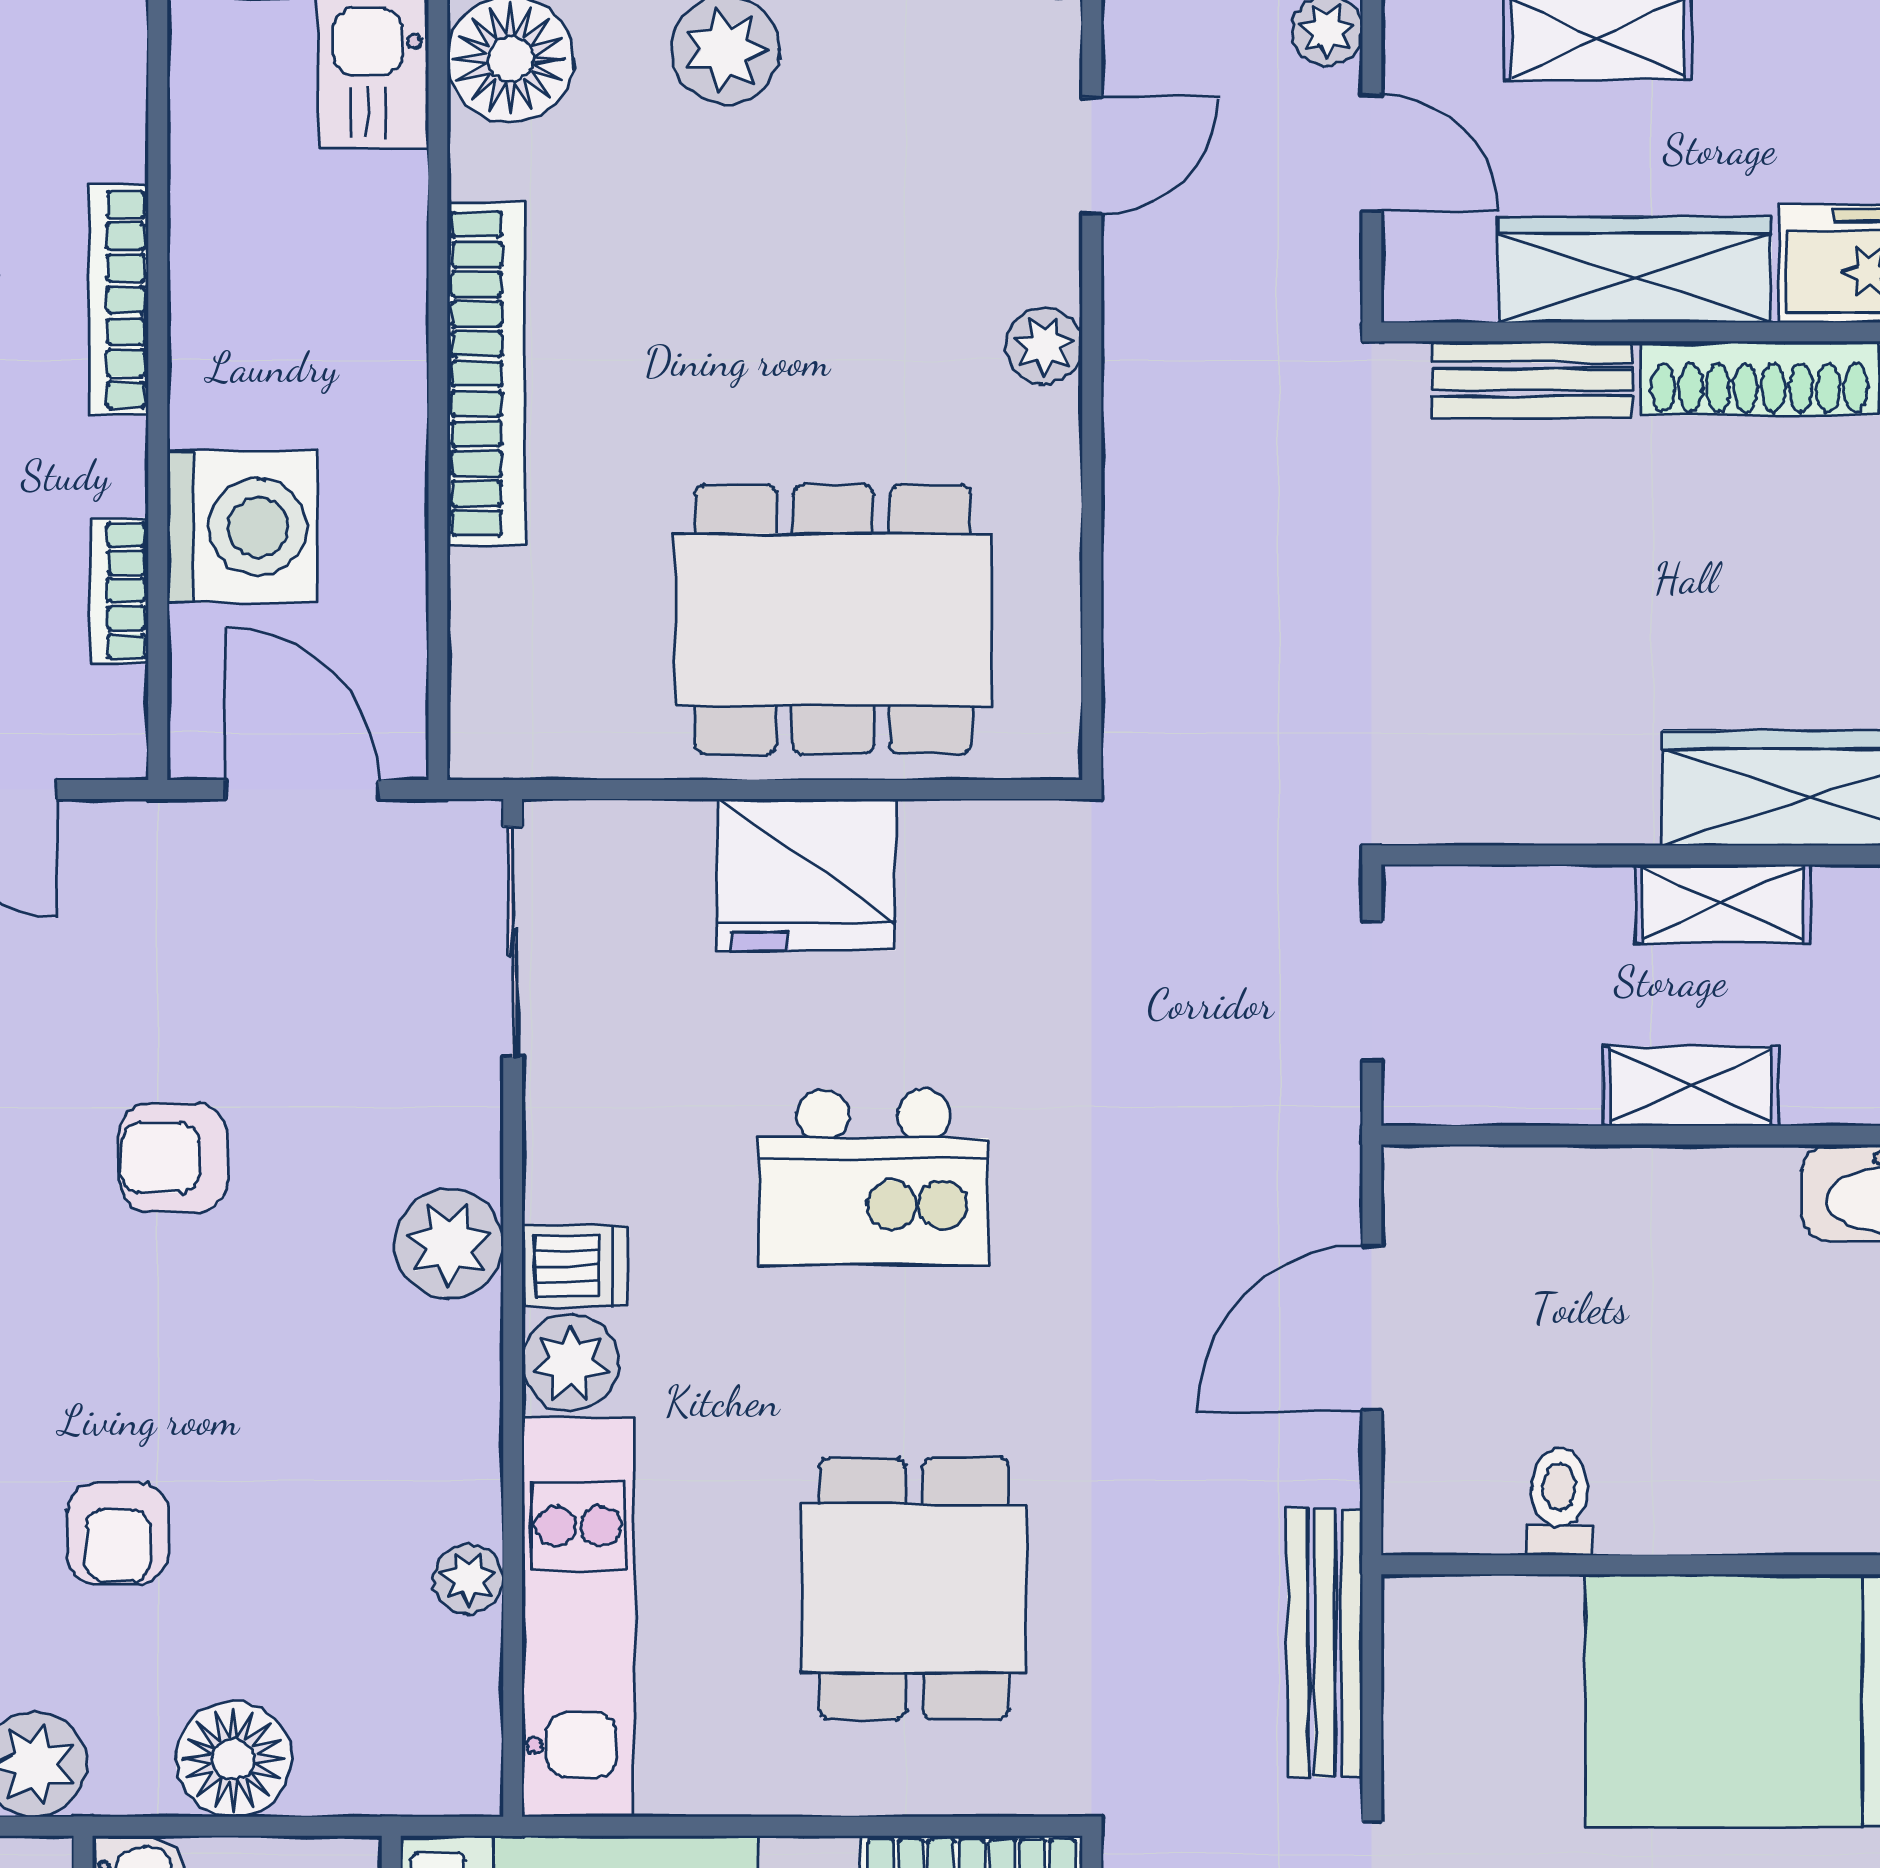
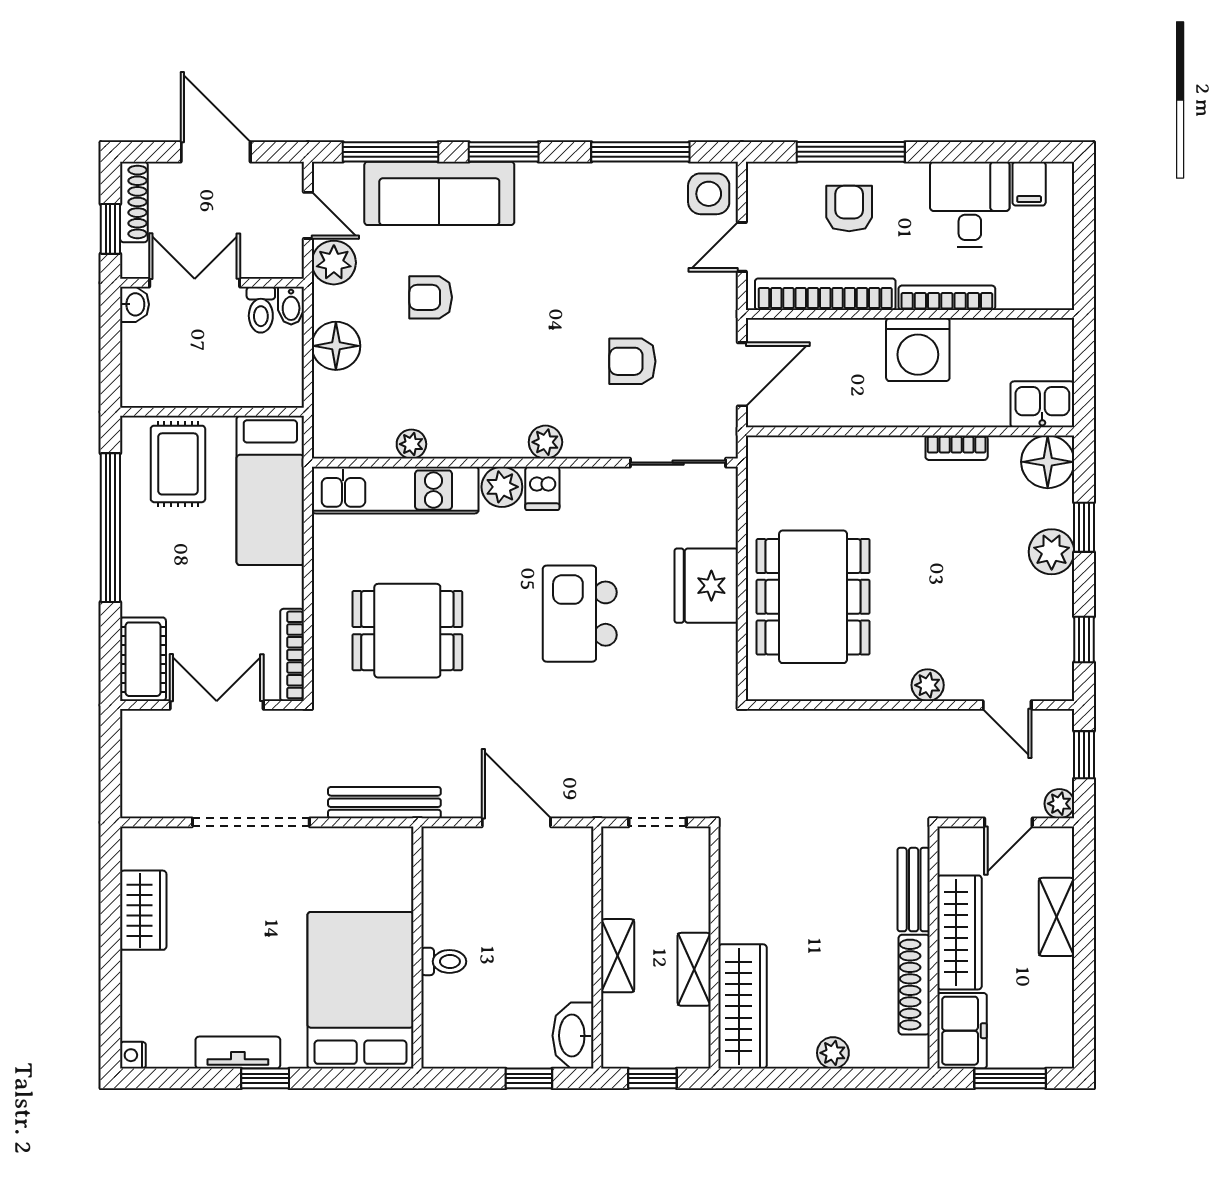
bookcase: (486, 374) -> (957, 448), width x0.43, depth x0.76
washing machine: (243, 527) -> (918, 350), moved
bookcase: (119, 590) -> (825, 294), width x2.31, depth x1.31
armchair: (173, 1158) -> (632, 361), moved, turned -90
plant: (449, 1244) -> (545, 442), width x0.73, depth x0.73
toilet: (1559, 1502) -> (444, 961), moved

